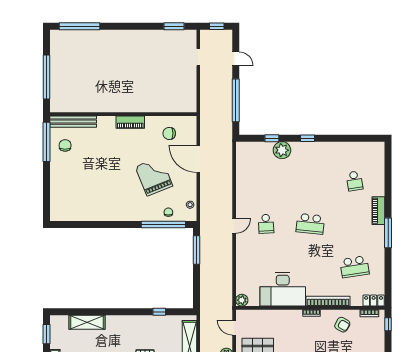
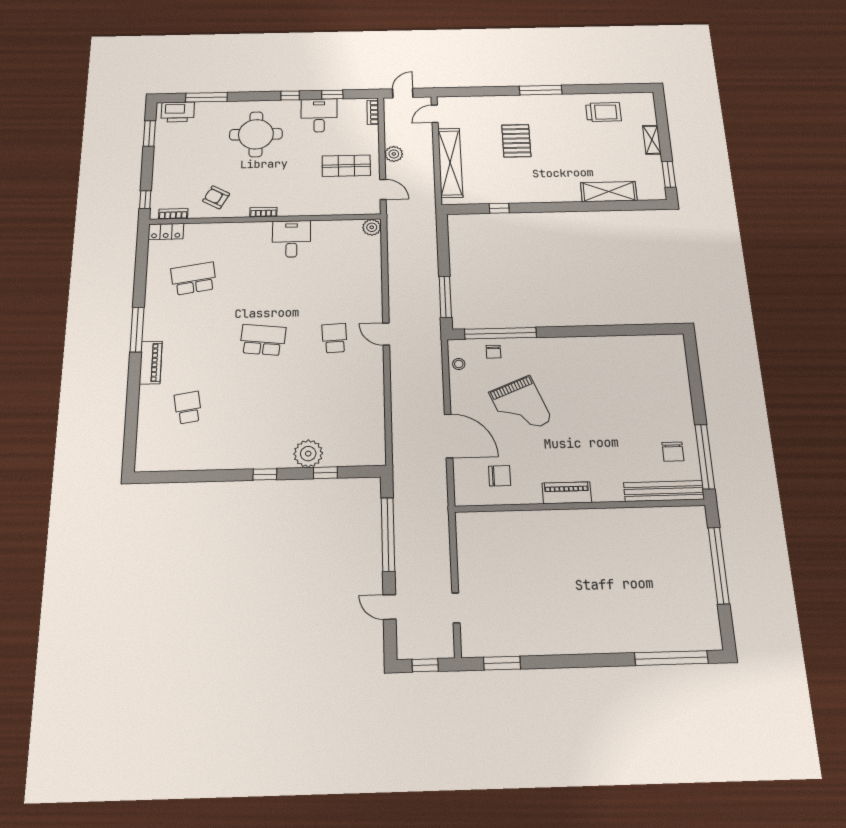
door: (234, 226) -> (386, 334), hinge flipped
desk: (283, 289) -> (291, 239), width x0.53, depth x0.77
bookcase: (328, 301) -> (237, 229), removed

